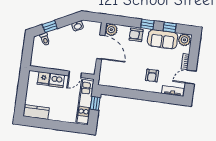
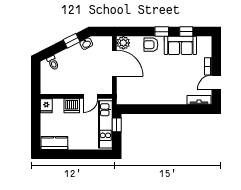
window: (50, 26) -> (72, 41), moved
plant: (184, 40) -> (204, 43), removed
armchair: (152, 76) -> (174, 86), removed
fridge: (44, 79) -> (46, 106), moved

